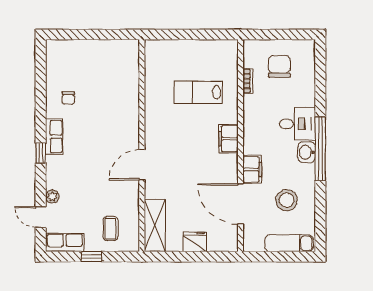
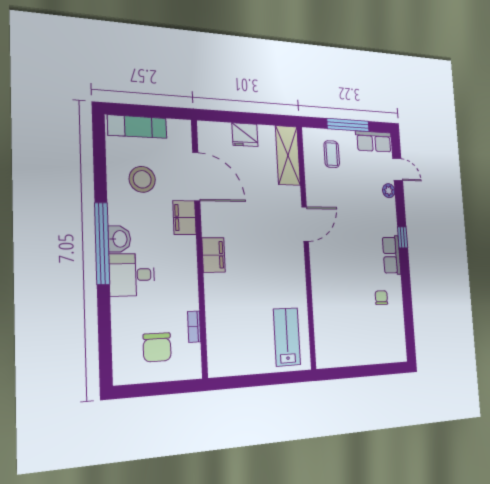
lab bench: (198, 92) -> (287, 337), moved, turned -90
window: (91, 257) -> (348, 125), width x2.17

